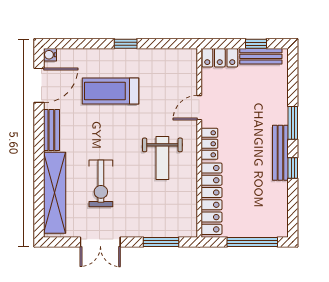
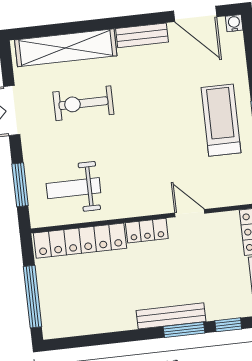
treadmill: (110, 91) -> (221, 120), moved
bench: (280, 153) -> (171, 316), moved
weight bench: (162, 158) -> (73, 188), moved
window: (293, 168) -> (228, 325), moved

